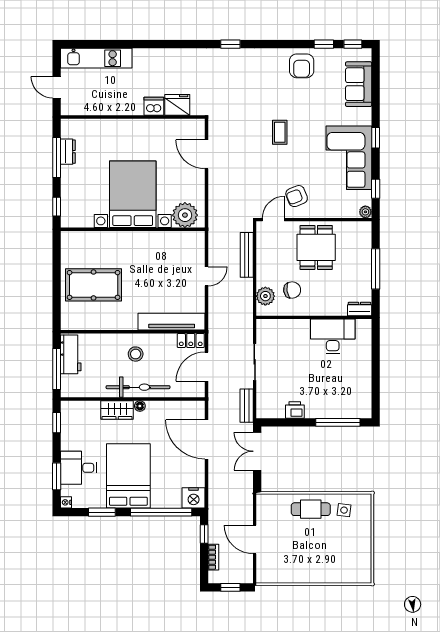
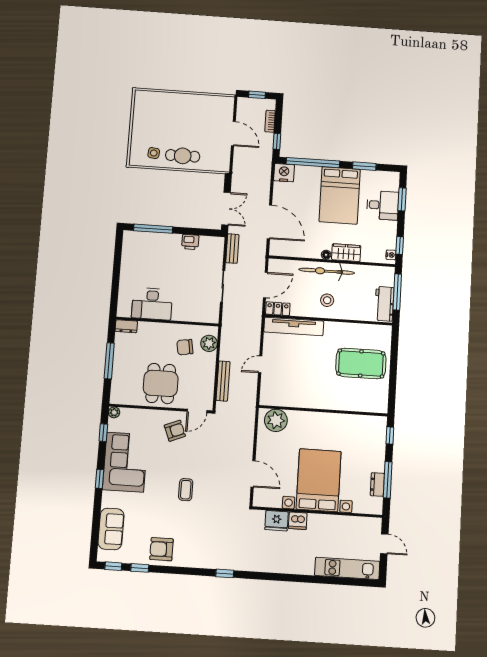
armchair: (302, 66) -> (161, 549), turned -90
bed with nightstands: (133, 194) -> (319, 480), moved, turned 180
nightstand: (66, 502) -> (391, 255), moved

